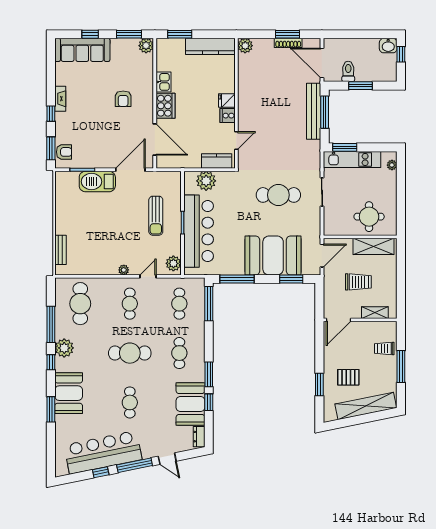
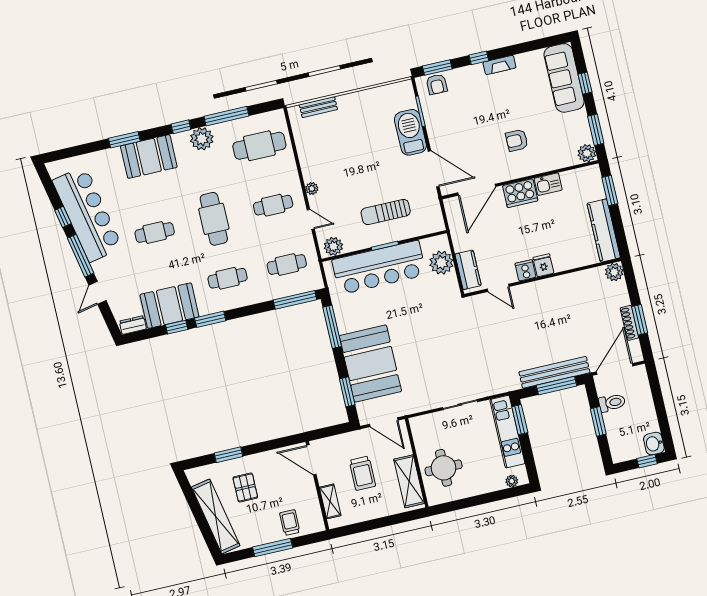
cafe table: (278, 195) -> (444, 353), removed

